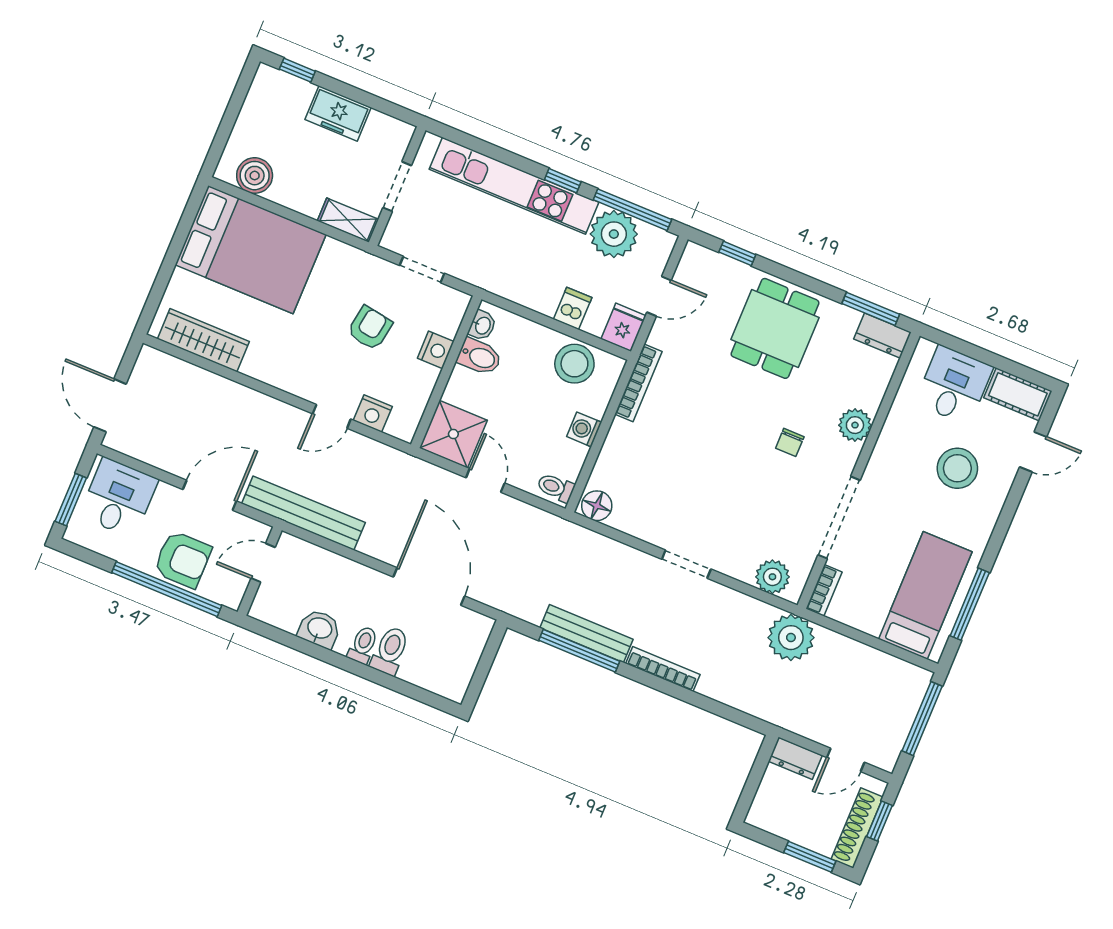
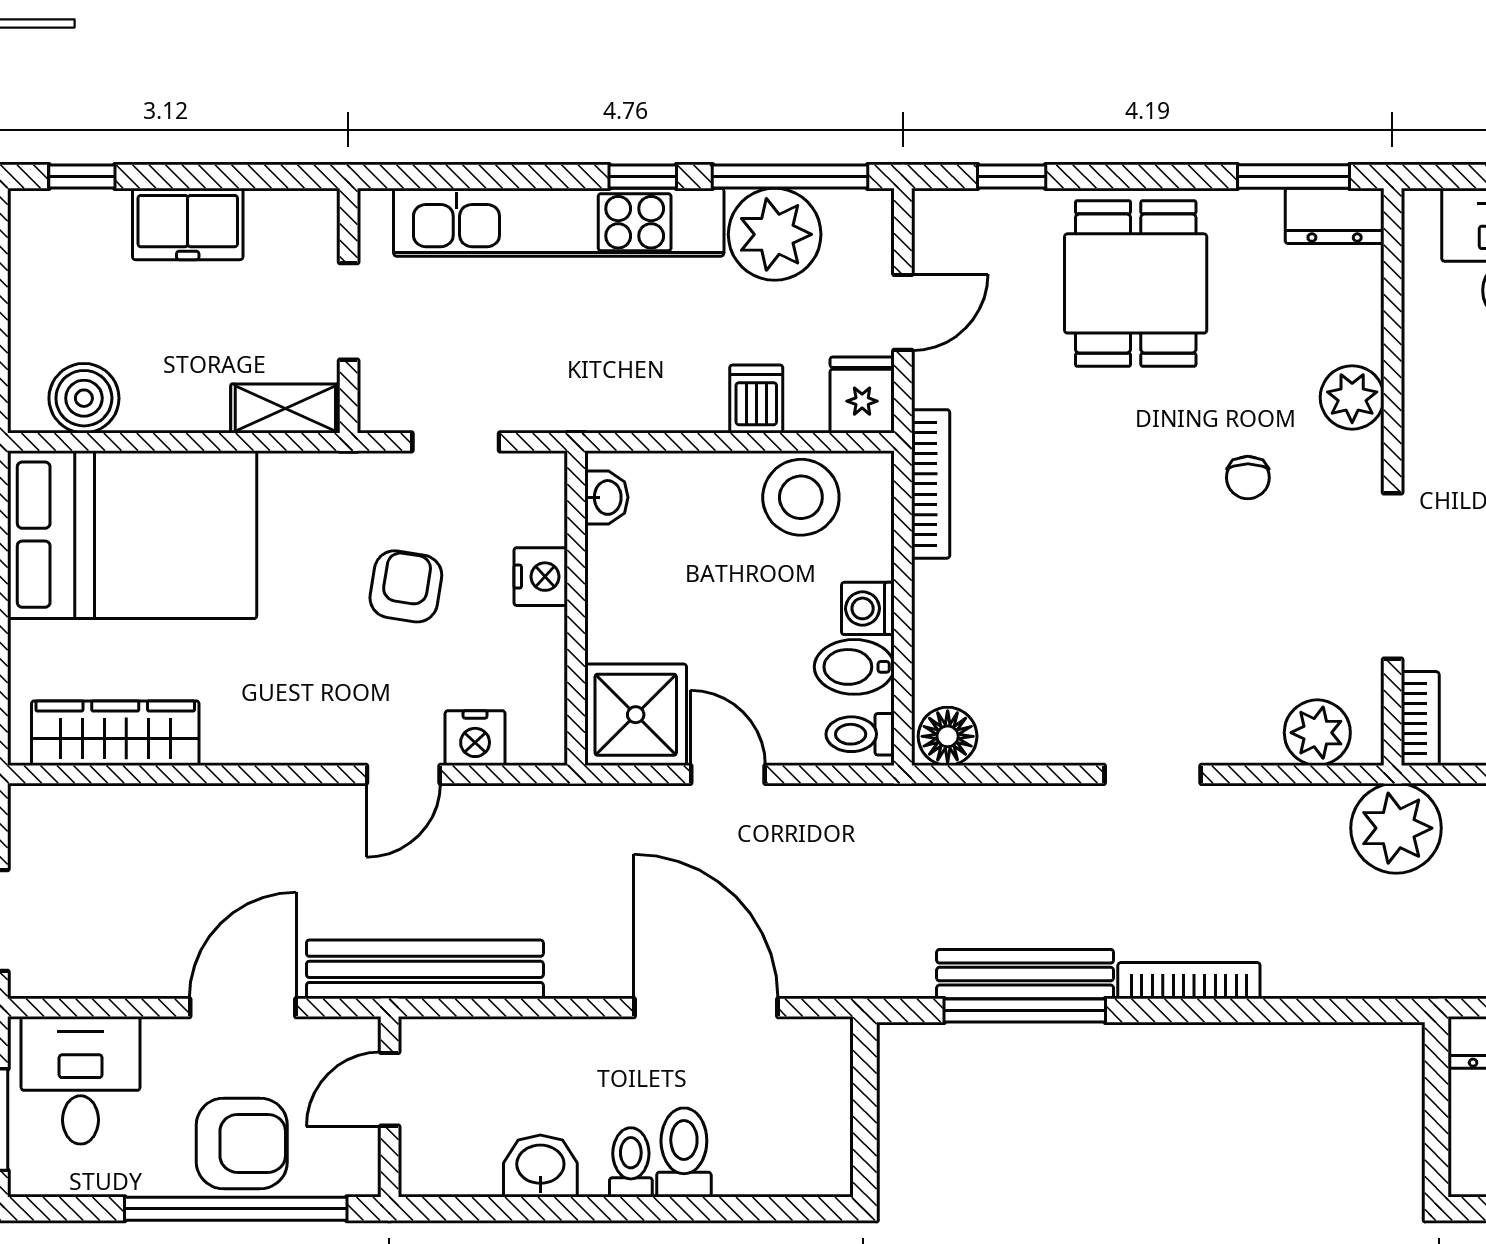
bidet: (479, 357) -> (854, 667), moved, turned 180

